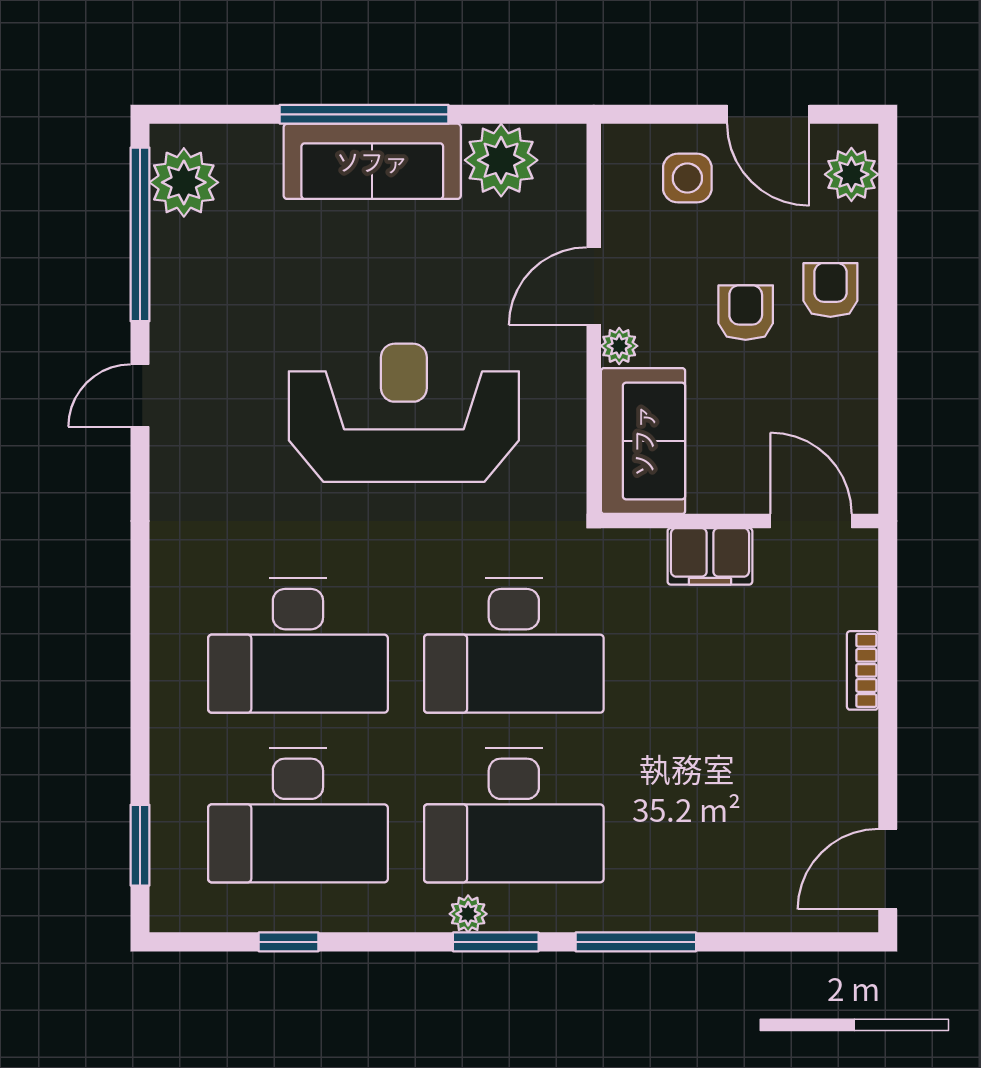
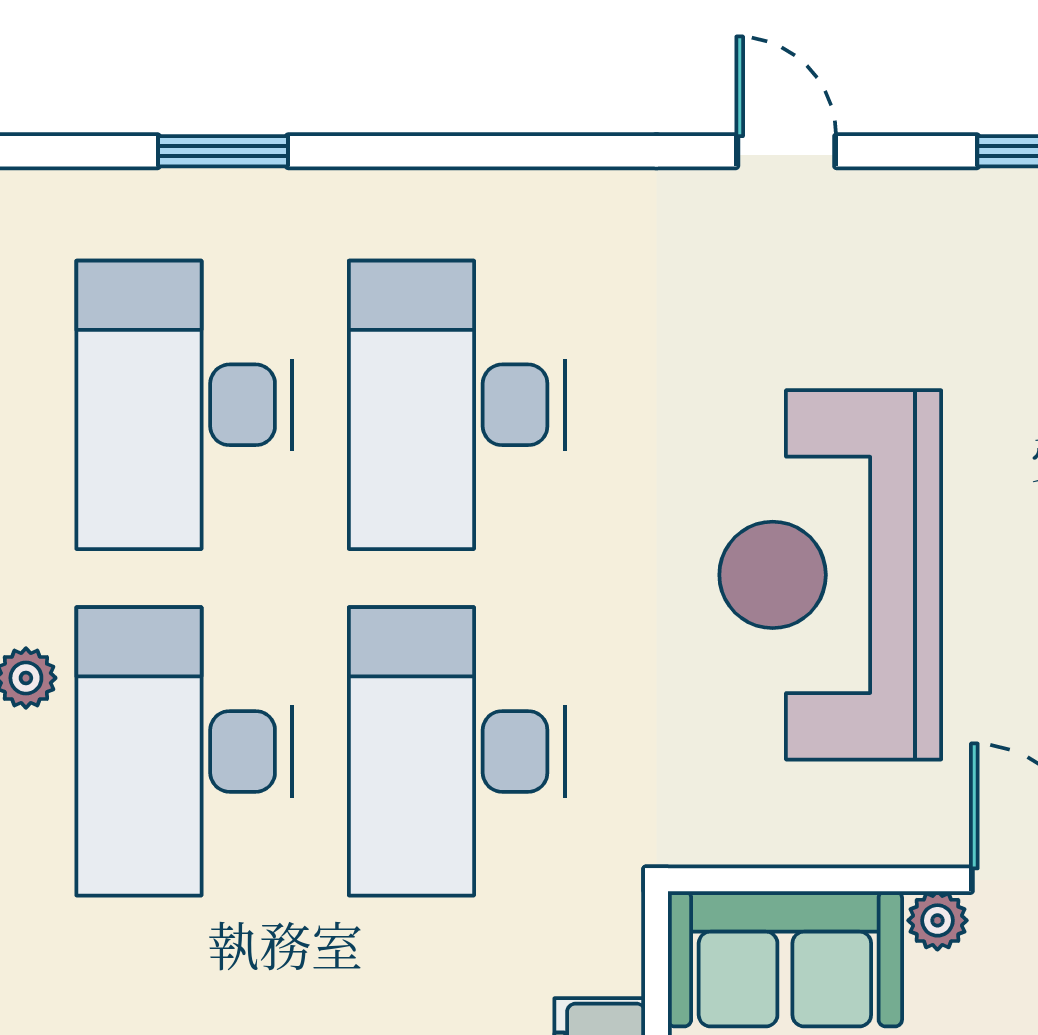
door: (140, 396) -> (786, 151), moved
reception desk: (404, 413) -> (830, 575), turned 180
window: (140, 845) -> (223, 151), moved

